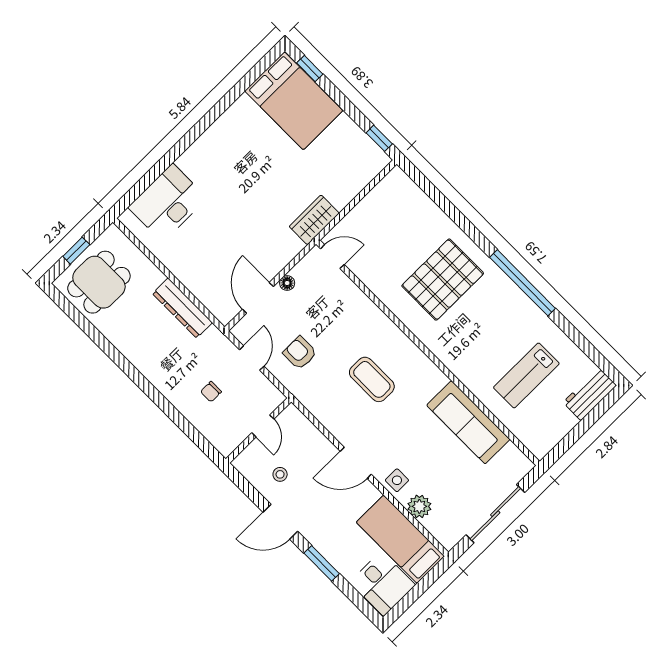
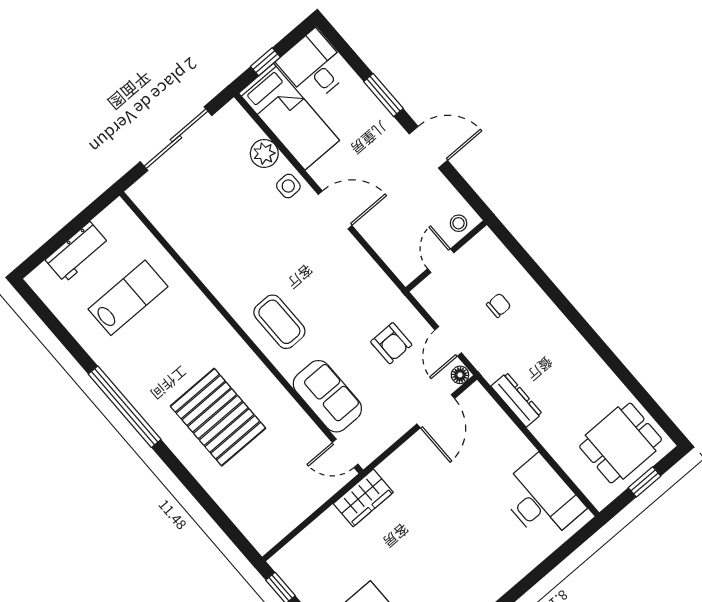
desk: (168, 203) -> (541, 499), moved, turned -90
pallet: (443, 280) -> (218, 417), turned 90
floor lamp: (287, 283) -> (460, 375), moved
dresser: (182, 308) -> (517, 400), width x0.73, depth x0.80
coffee table: (372, 379) -> (279, 322), moved
workbench: (590, 394) -> (77, 252), moved
sofa: (468, 422) -> (327, 396), moved, width x0.73
stool: (280, 474) -> (459, 223), moved
window: (424, 584) -> (265, 62), added

